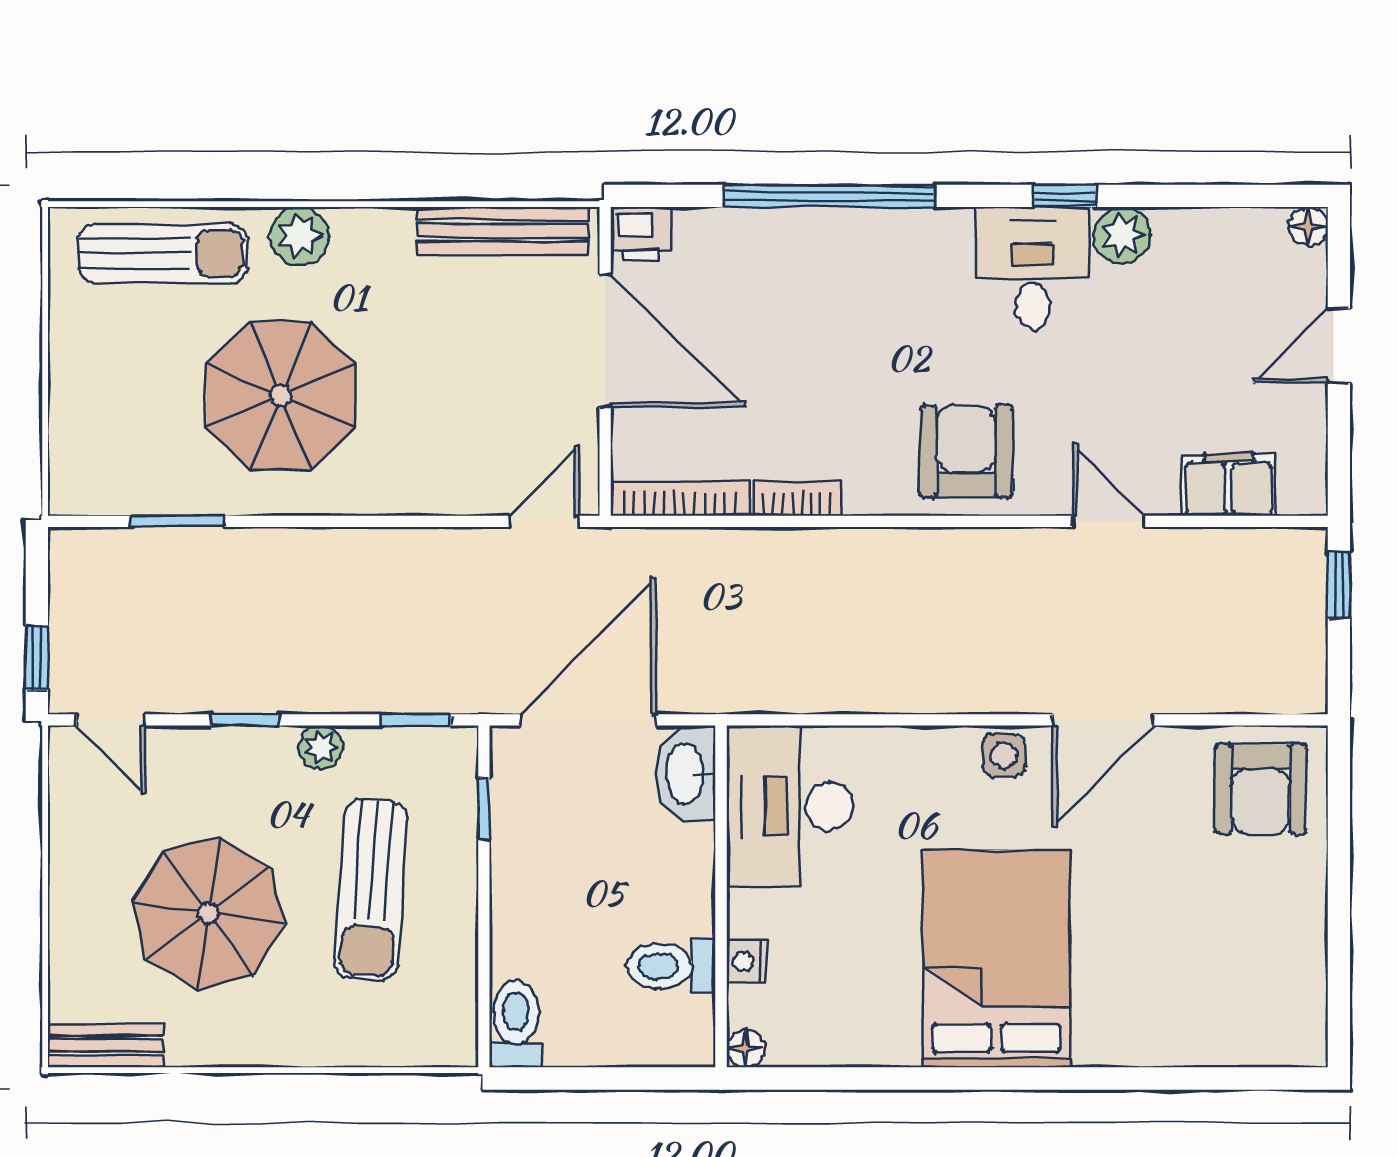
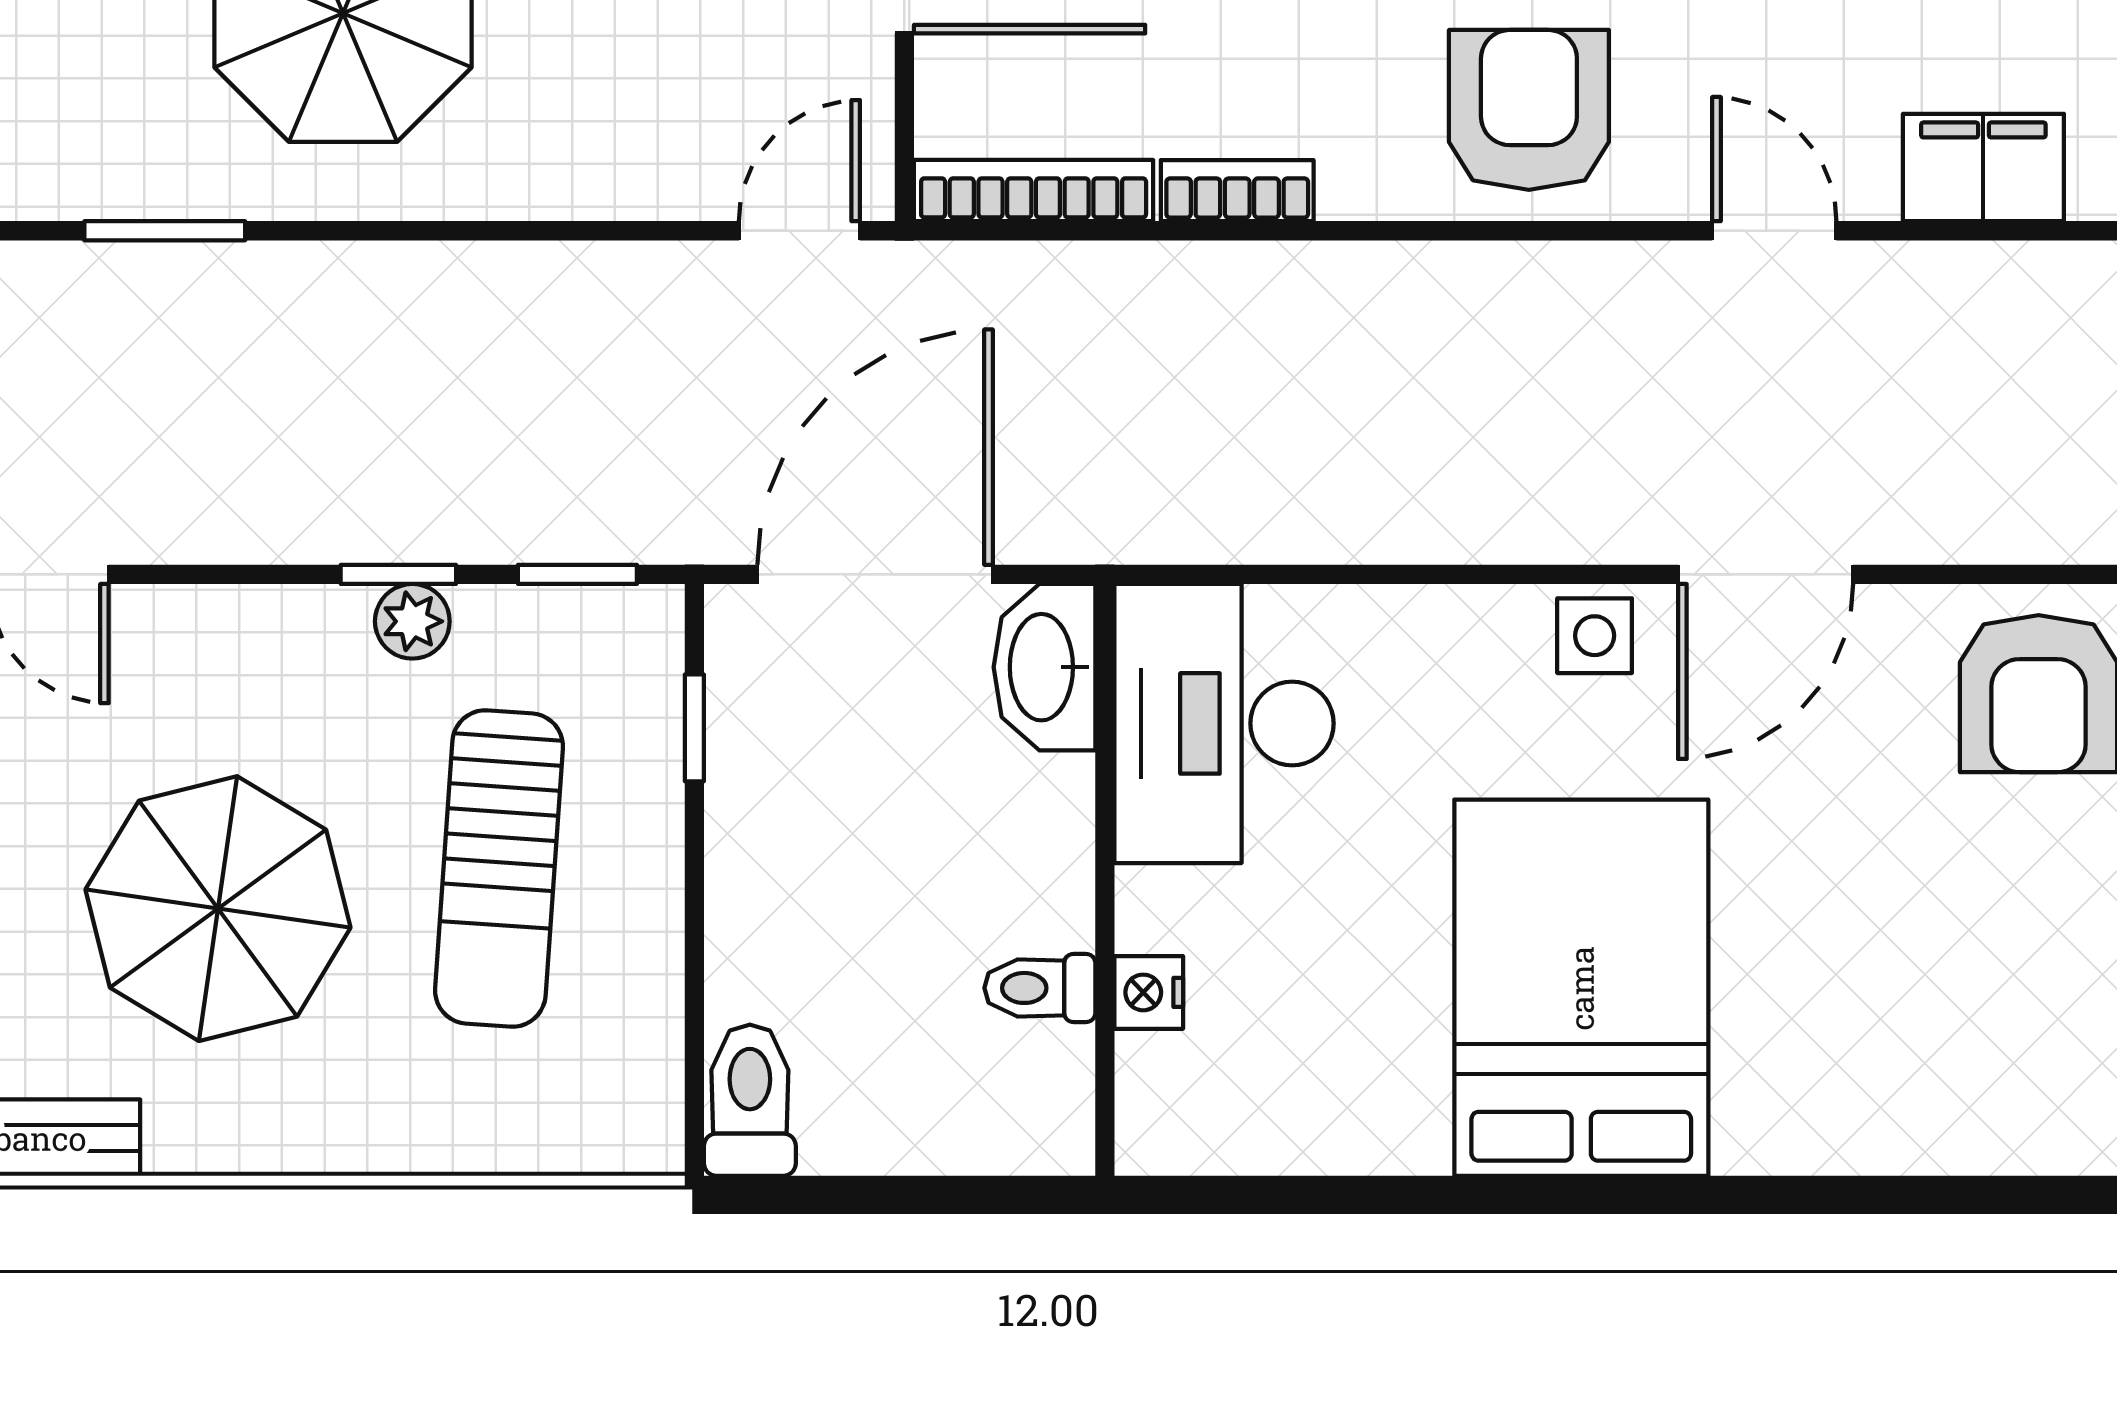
window: (245, 720) -> (398, 574), moved
toilet: (671, 966) -> (1040, 988), width x0.73, depth x0.72
floor lamp: (745, 1049) -> (1147, 1143), removed

